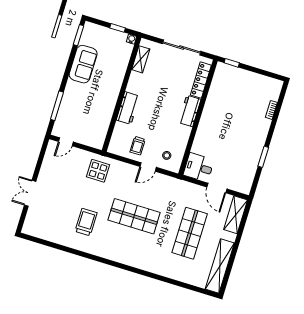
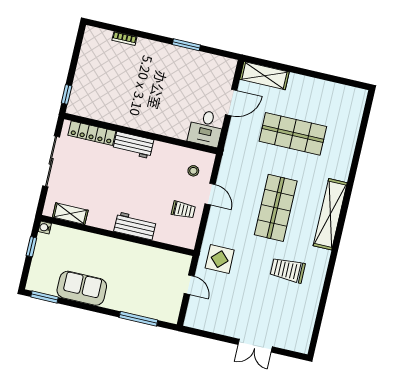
door: (66, 142) -> (189, 285), moved
shelving: (220, 266) -> (330, 214), moved, turned 90

